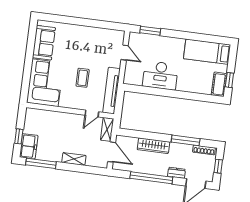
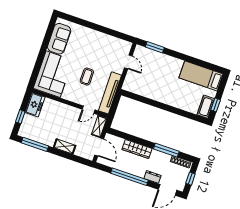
desk: (160, 75) -> (156, 88), removed
freezer: (29, 146) -> (35, 105), moved

